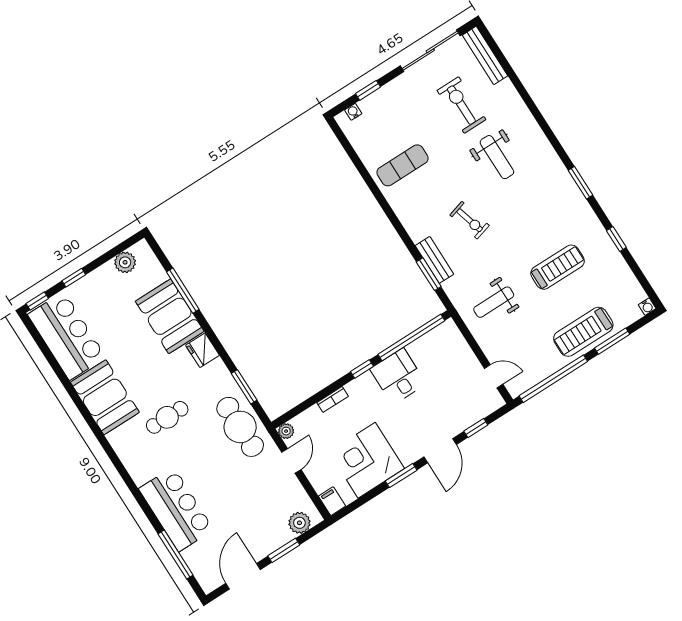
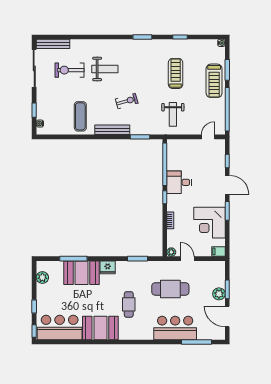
bench: (434, 260) -> (112, 130), moved, width x1.36
cafe table: (240, 427) -> (170, 289), moved
plant: (299, 523) -> (219, 294), moved

